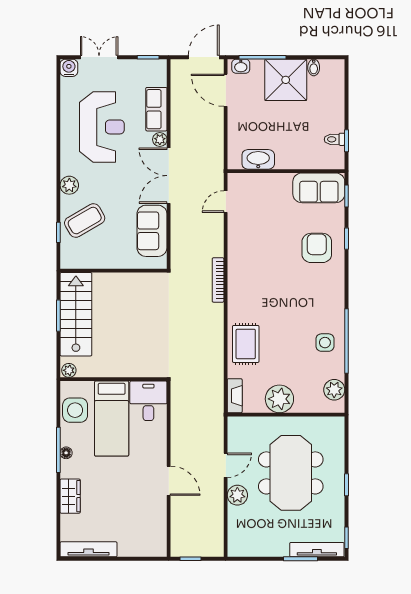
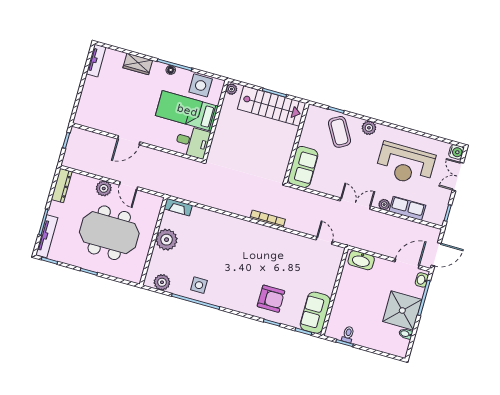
double door: (99, 57) -> (458, 177), swing flipped
door: (204, 57) -> (436, 254), hinge flipped
washbasin: (258, 159) -> (361, 260), moved, turned 90
double door: (169, 176) -> (355, 204), width x0.73
sofa: (152, 231) -> (303, 167), moved, turned 90
rug: (246, 344) -> (214, 226), removed
tv unit: (89, 549) -> (96, 60), width x0.71
dresser: (248, 549) -> (62, 186), added

